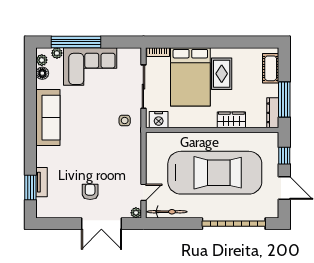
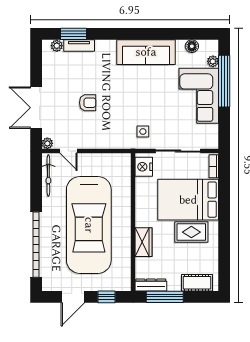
plant: (42, 60) -> (57, 46), moved
armchair: (90, 192) -> (88, 103), moved

